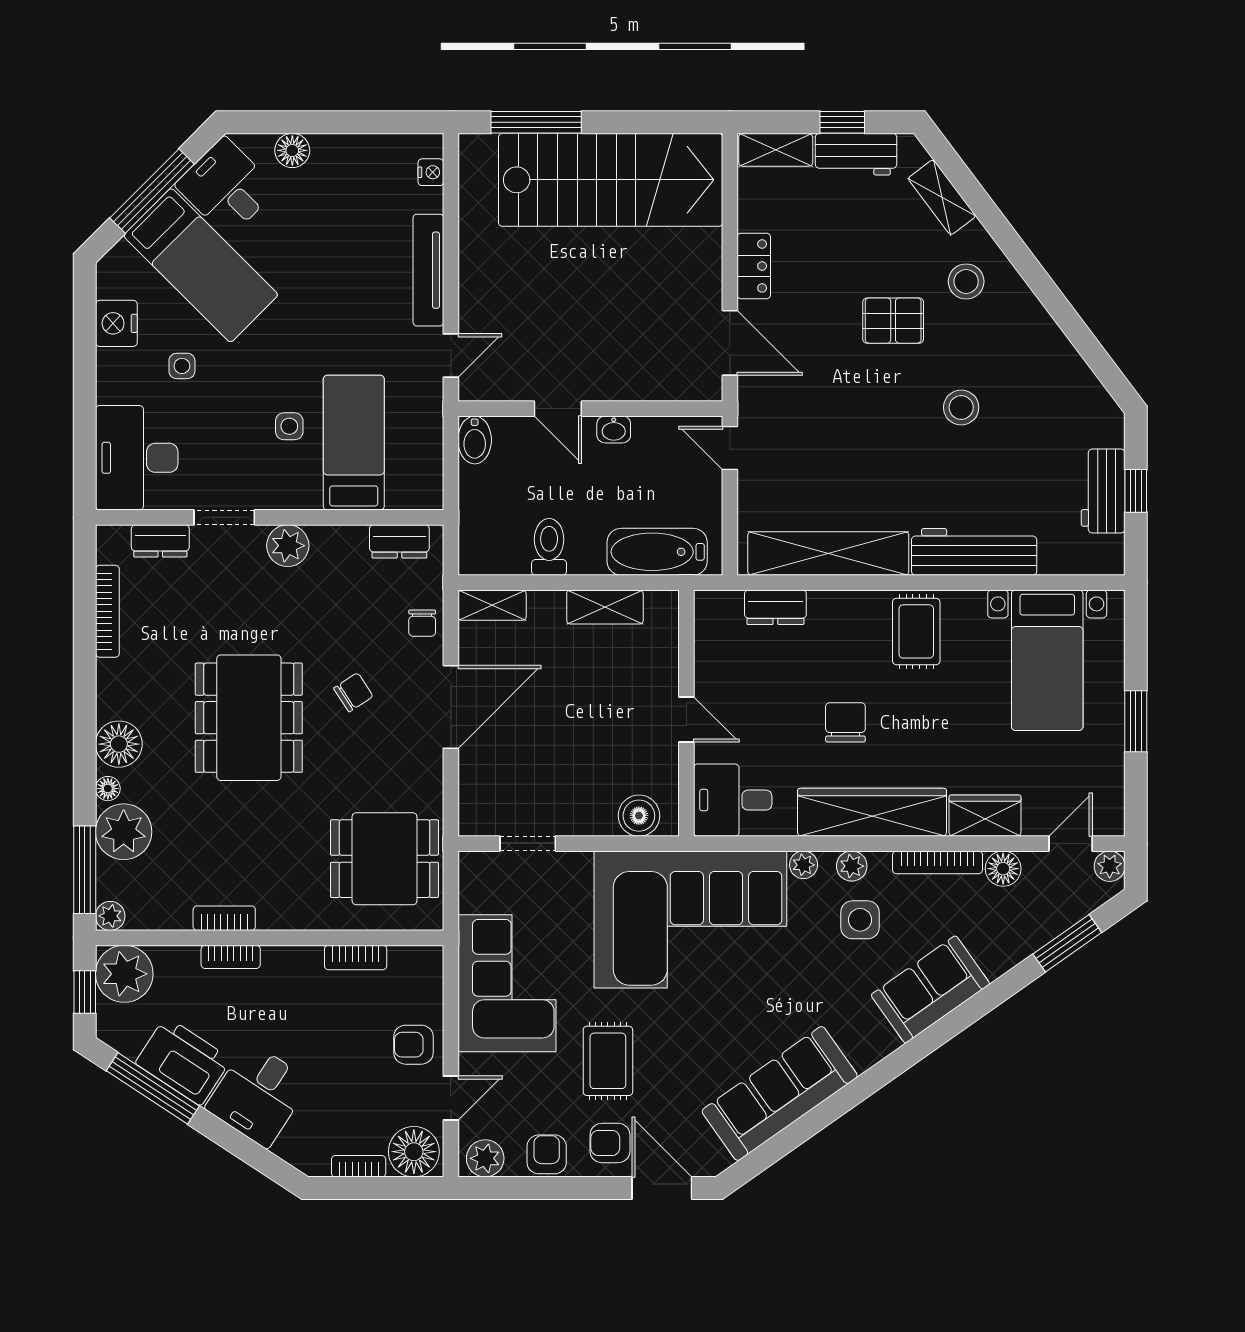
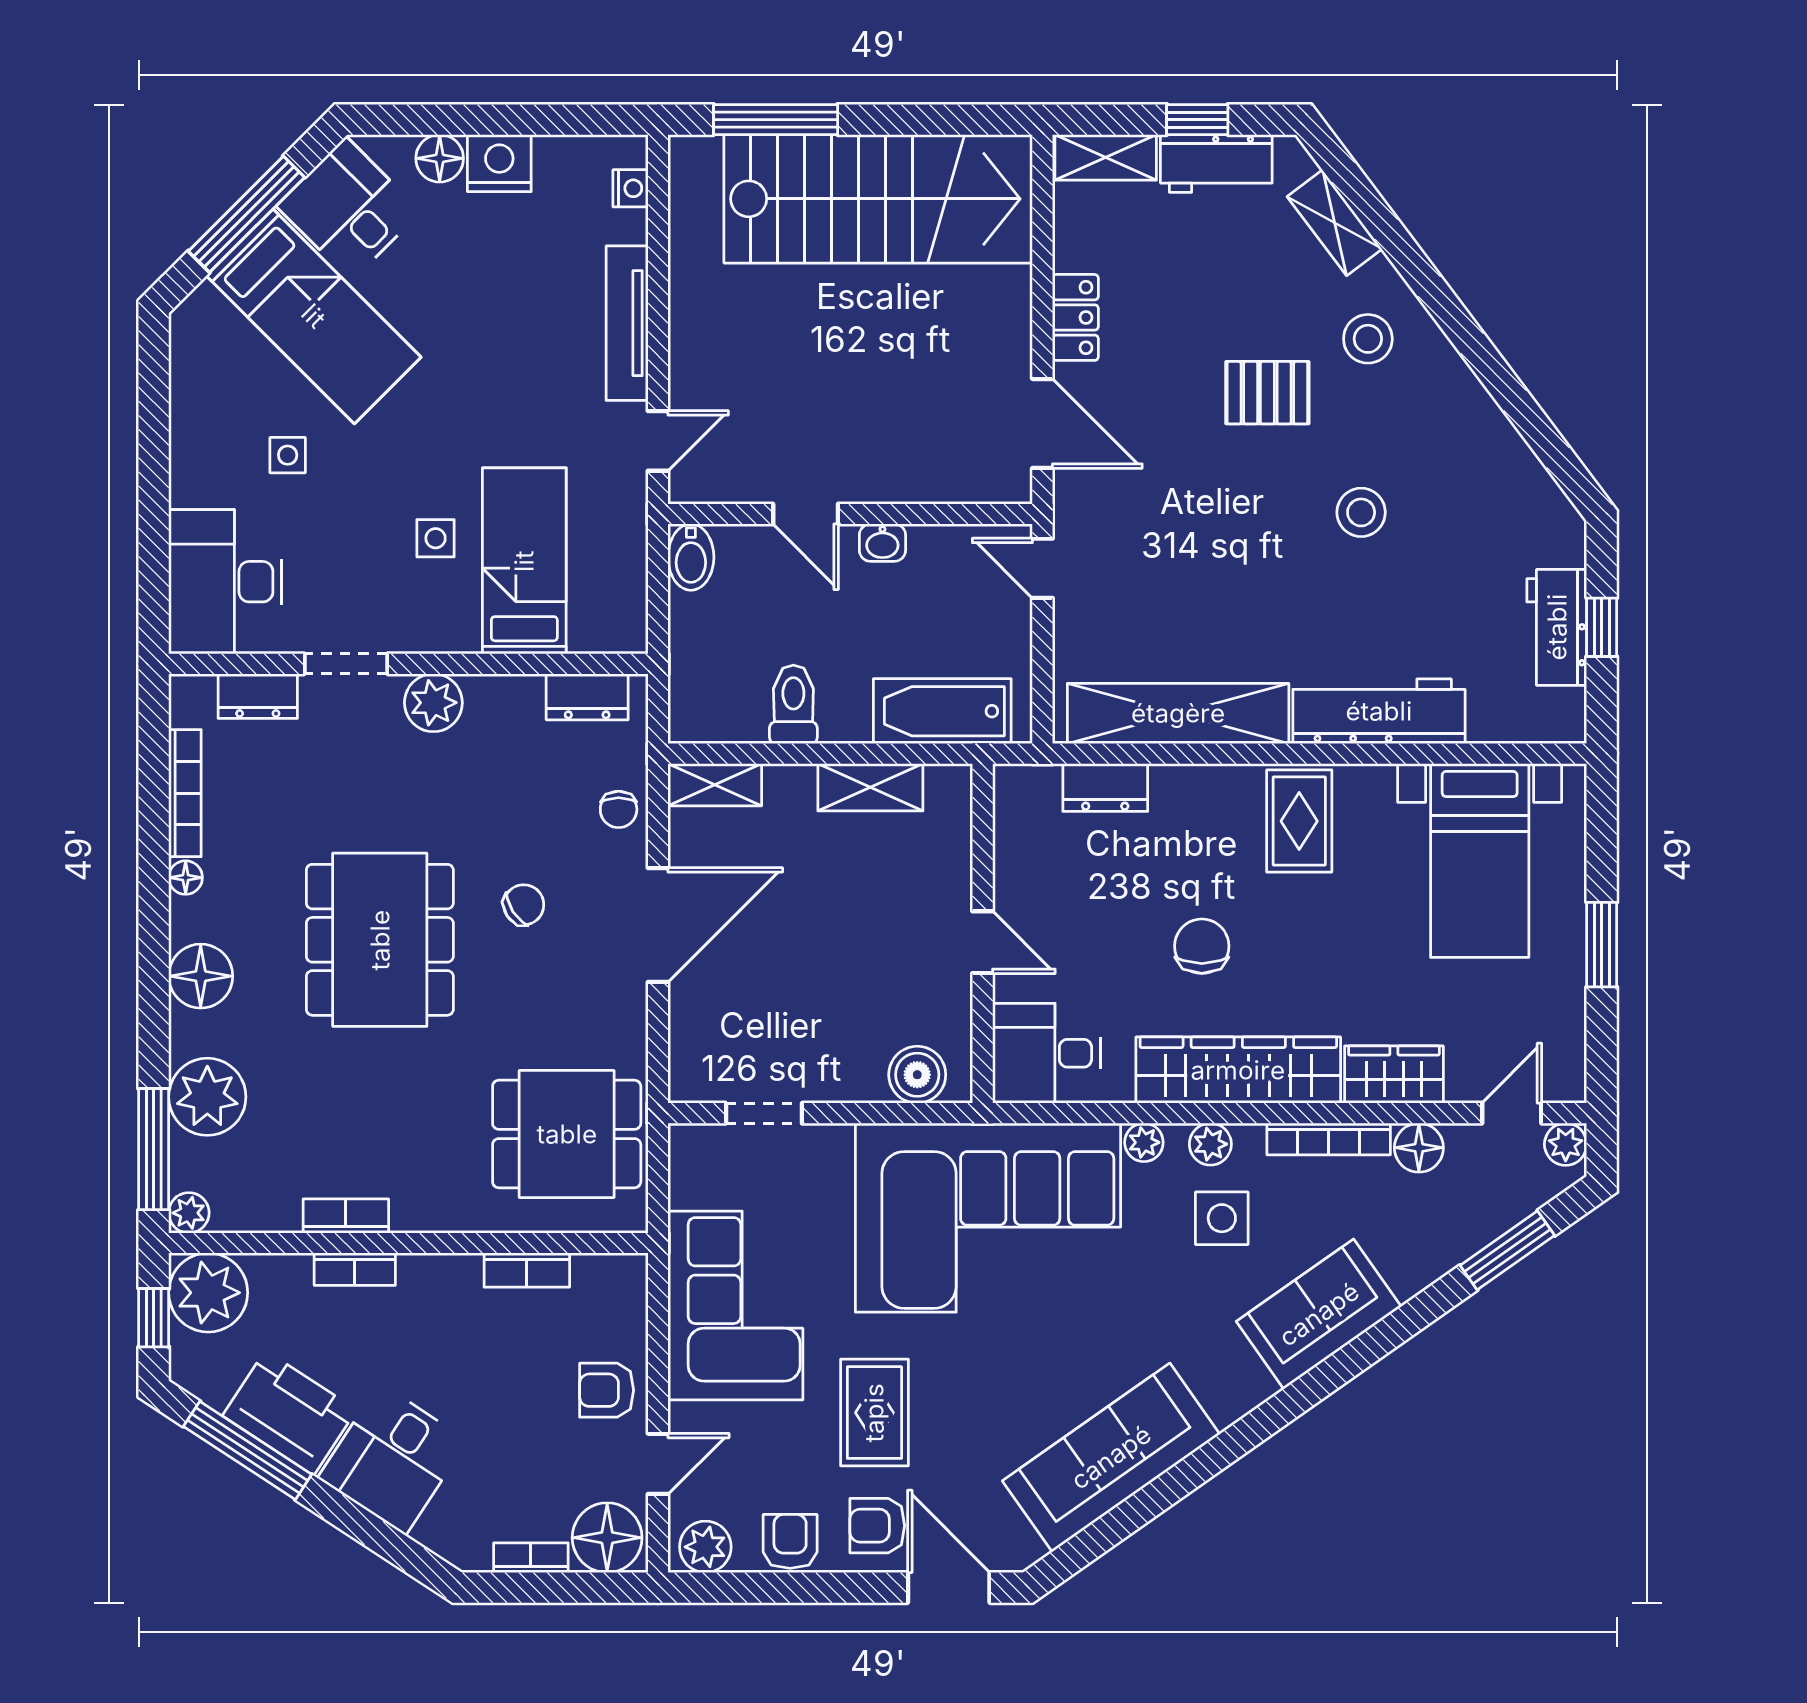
nightstand: (116, 323) -> (499, 163), moved, turned 90
floor lamp: (108, 789) -> (186, 878), moved

